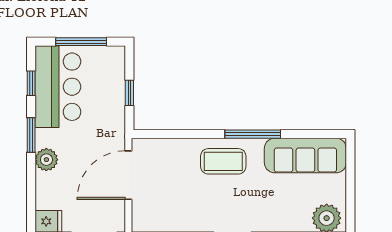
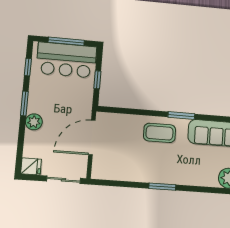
bar counter: (58, 87) -> (66, 60), moved, turned 90
window: (253, 134) -> (181, 115), width x0.69

